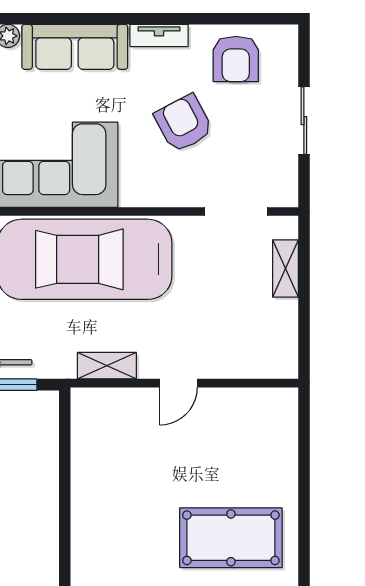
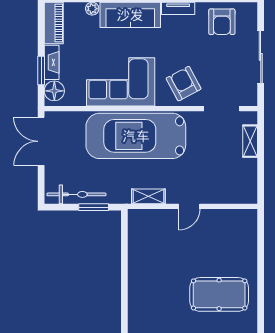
sliding door: (304, 121) -> (261, 57), width x1.37
armchair: (184, 123) -> (184, 84), moved

